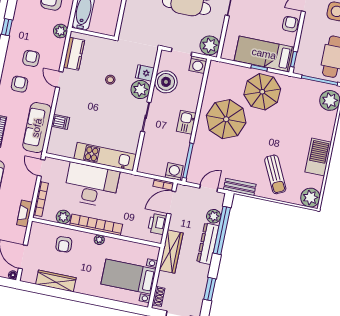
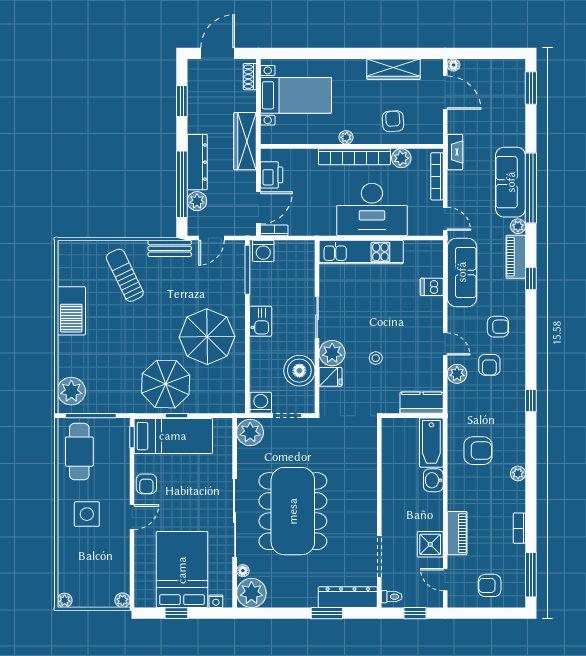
plant: (60, 31) -> (457, 374), moved
kitchen counter: (74, 54) -> (422, 403), moved, turned 90
armchair: (19, 84) -> (498, 327), turned -90
plant: (310, 198) -> (71, 254), removed

